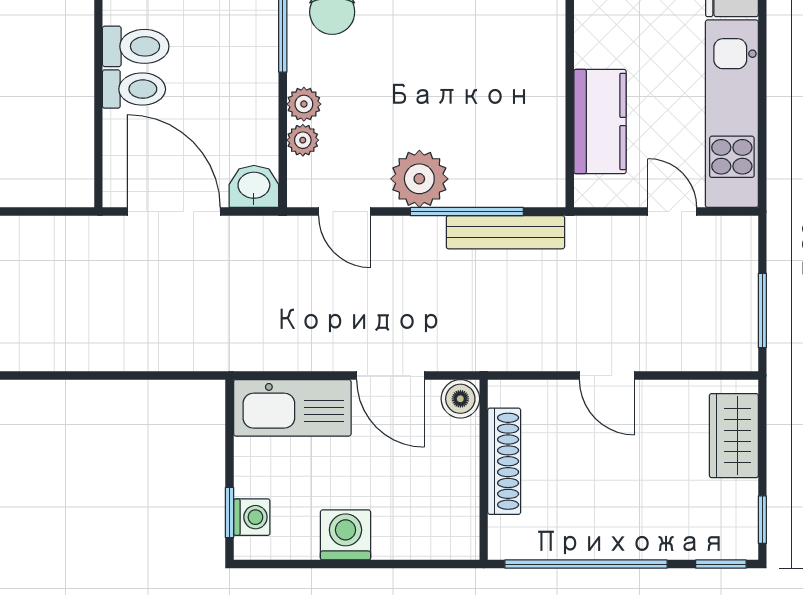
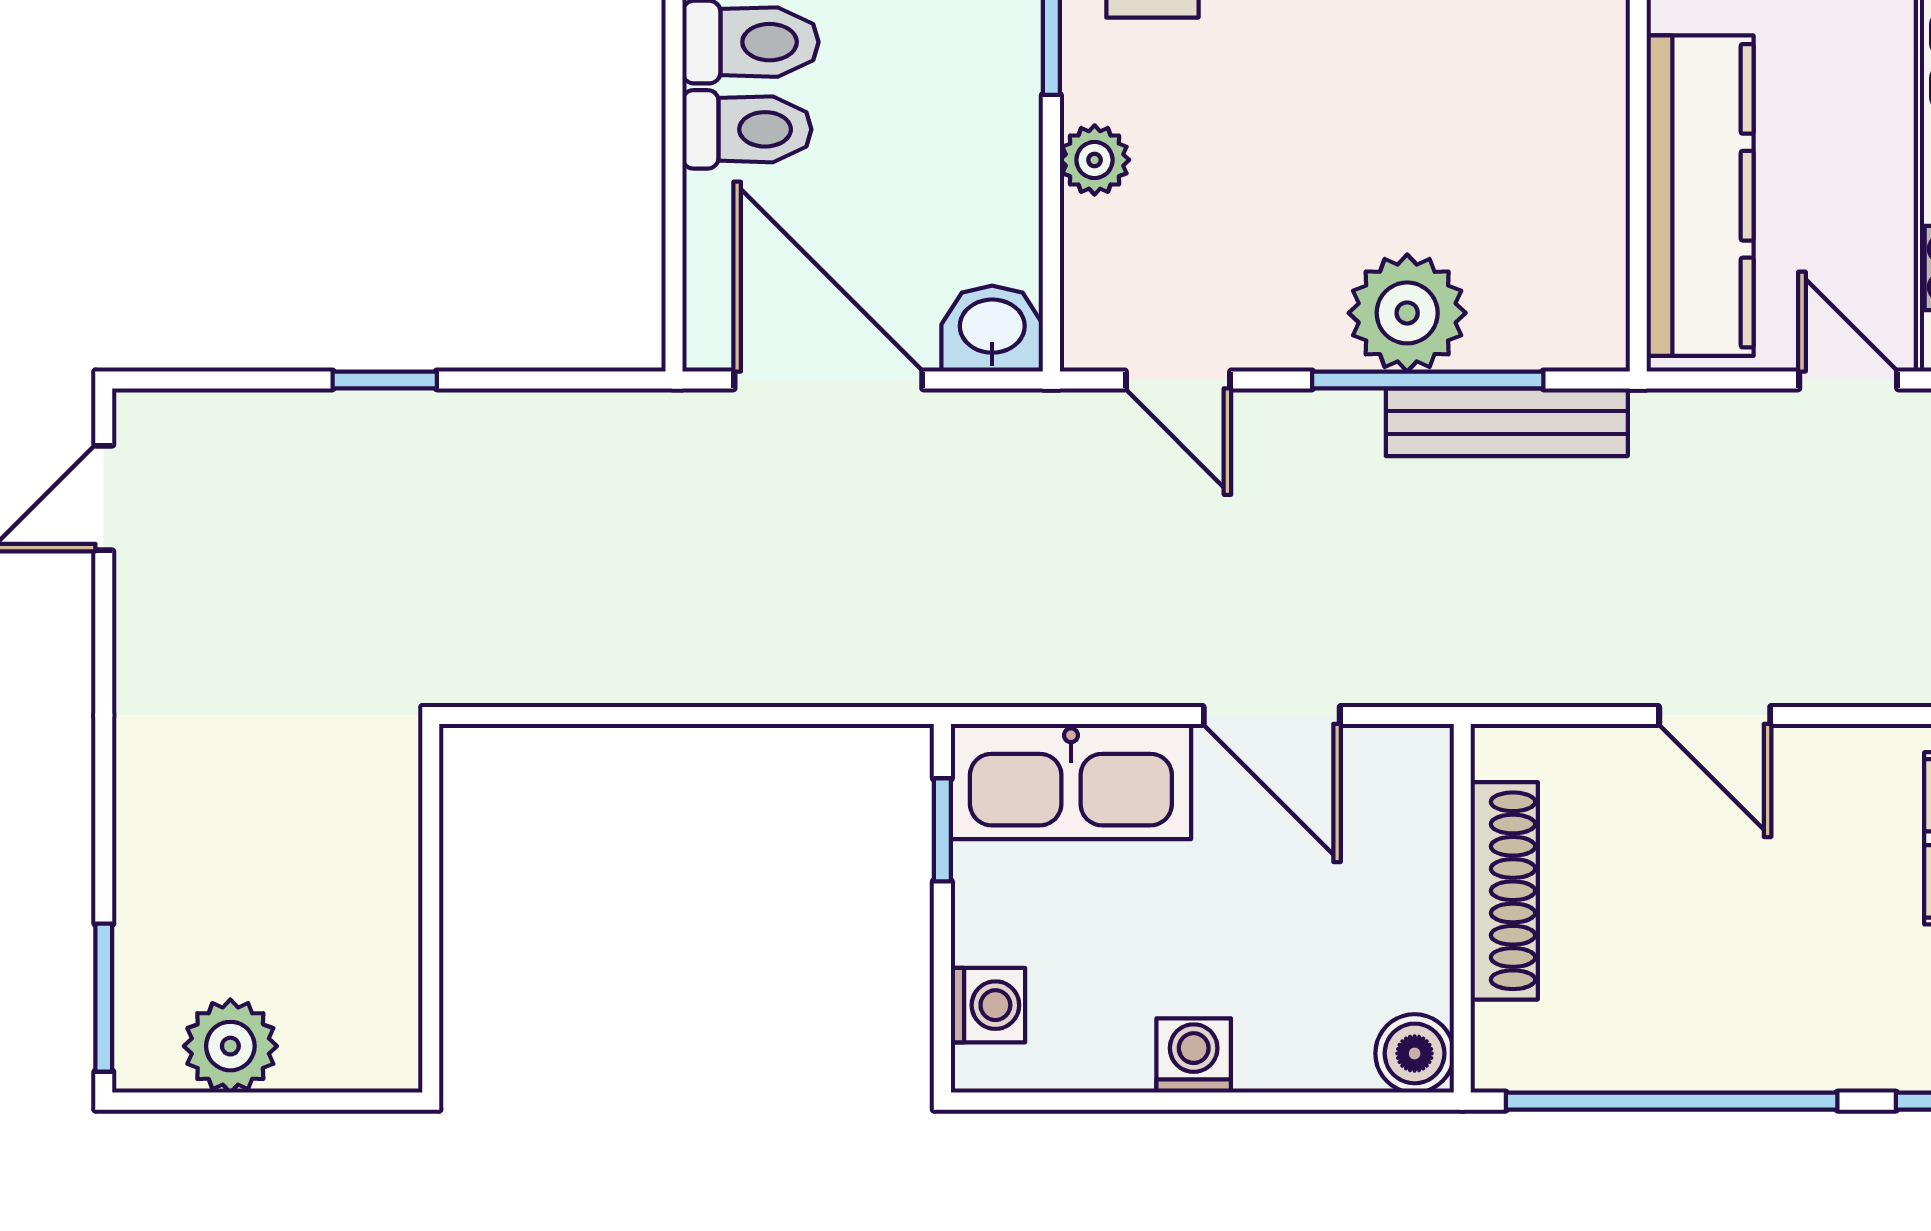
kitchen counter: (600, 121) -> (1700, 196), width x1.50
plant: (303, 140) -> (1092, 234), removed
plant: (419, 179) -> (1407, 313), moved
boiler: (460, 399) -> (1415, 1053), moved
window: (230, 513) -> (942, 830), moved
washing machine: (345, 535) -> (1194, 1056), width x0.73, depth x0.73

